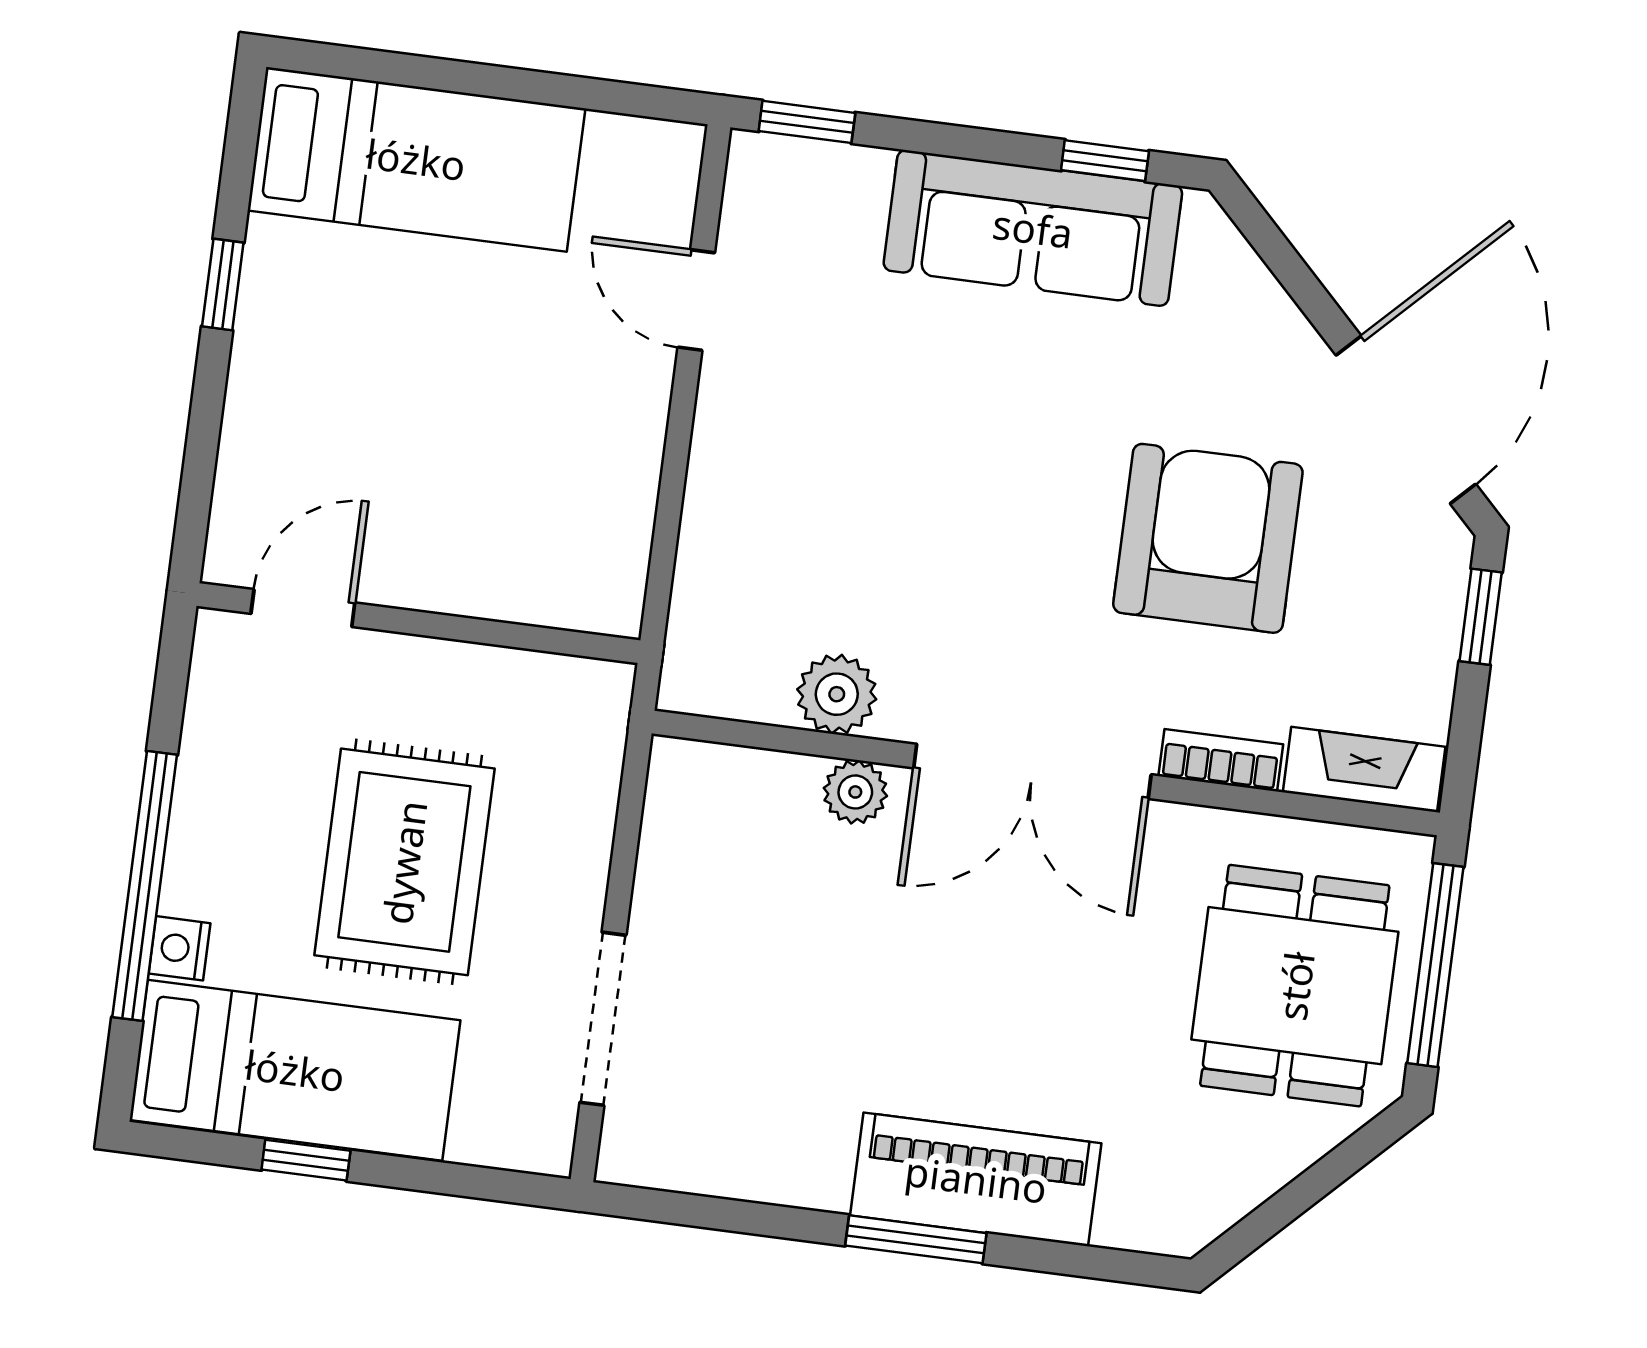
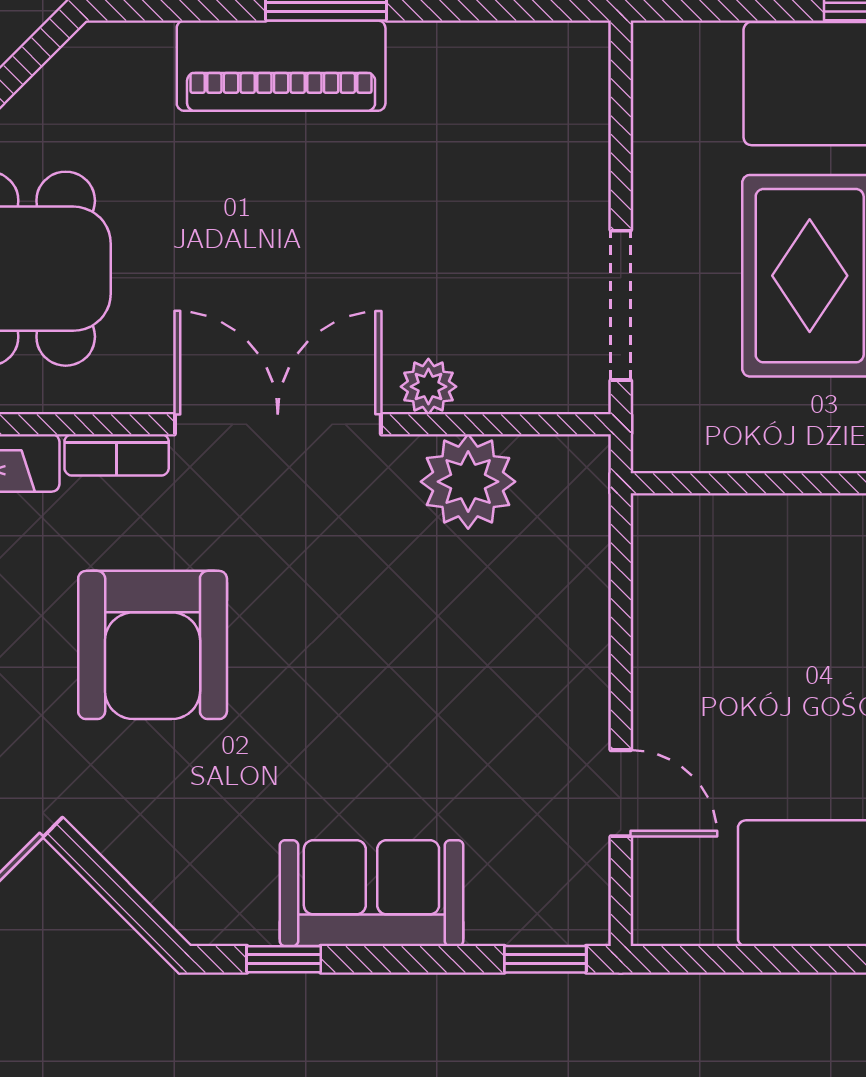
sofa: (1033, 228) -> (371, 893), width x0.73
plant: (837, 694) -> (468, 482), width x1.36, depth x1.36
doorway: (603, 1019) -> (621, 305), moved

